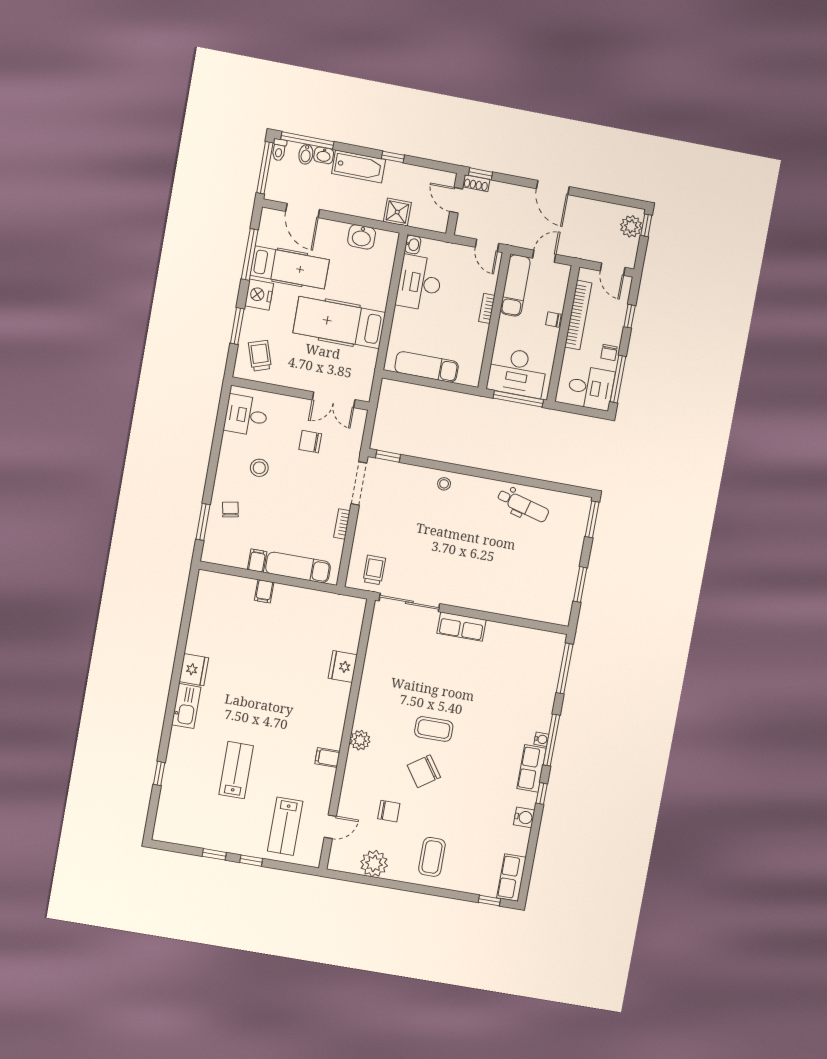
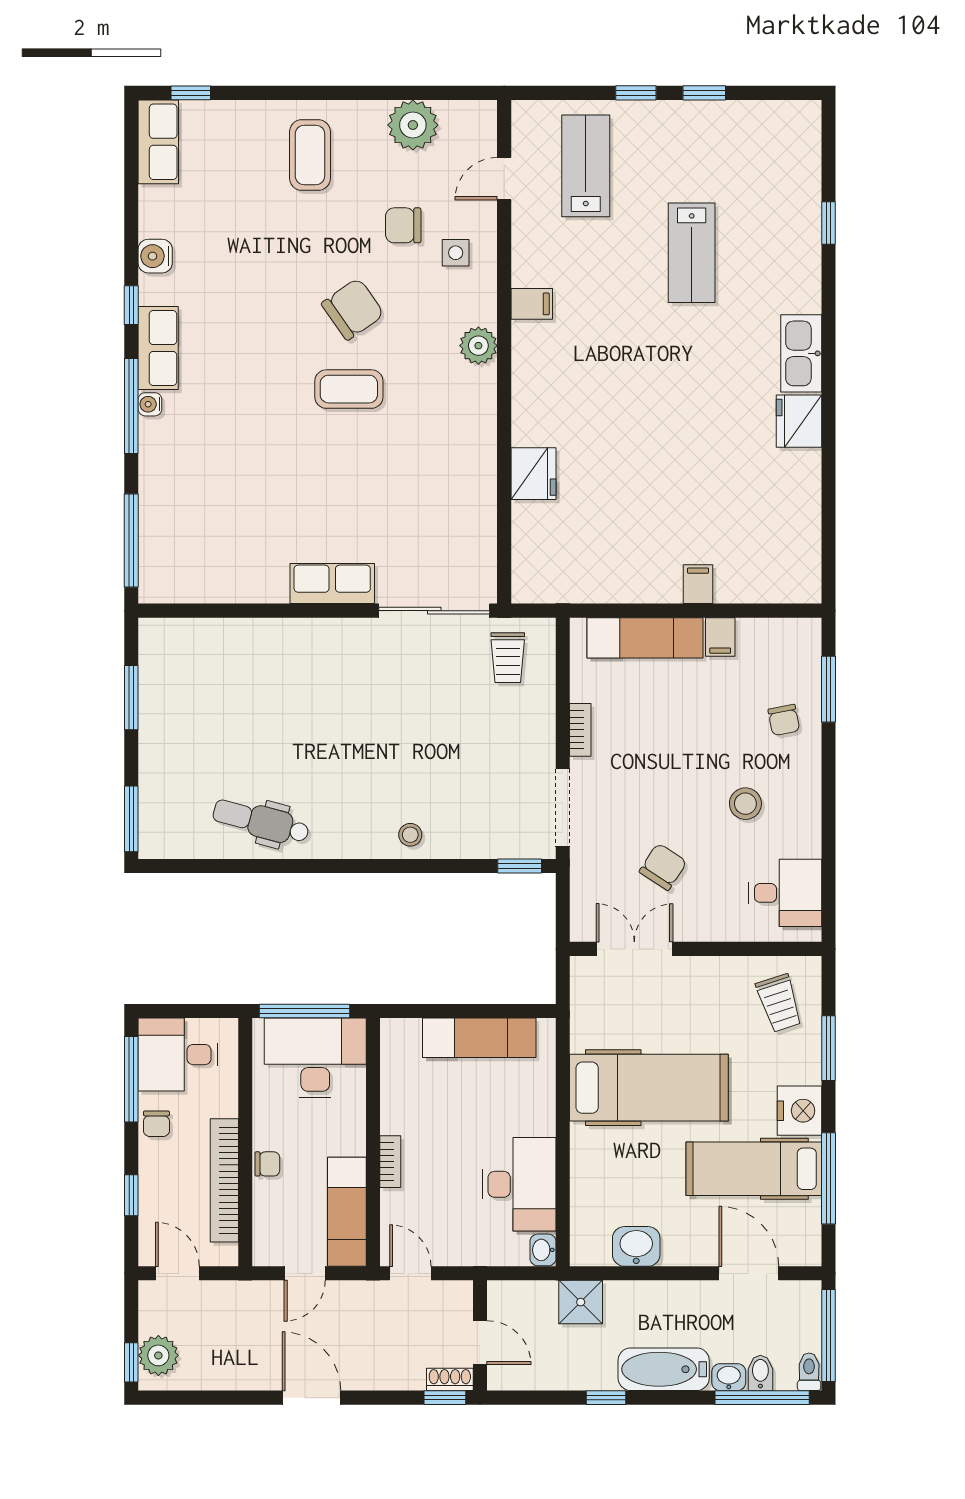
chair: (609, 352) -> (156, 1124), turned 180
chair: (310, 442) -> (663, 867), turned -57
side table: (363, 792) -> (456, 253), added

